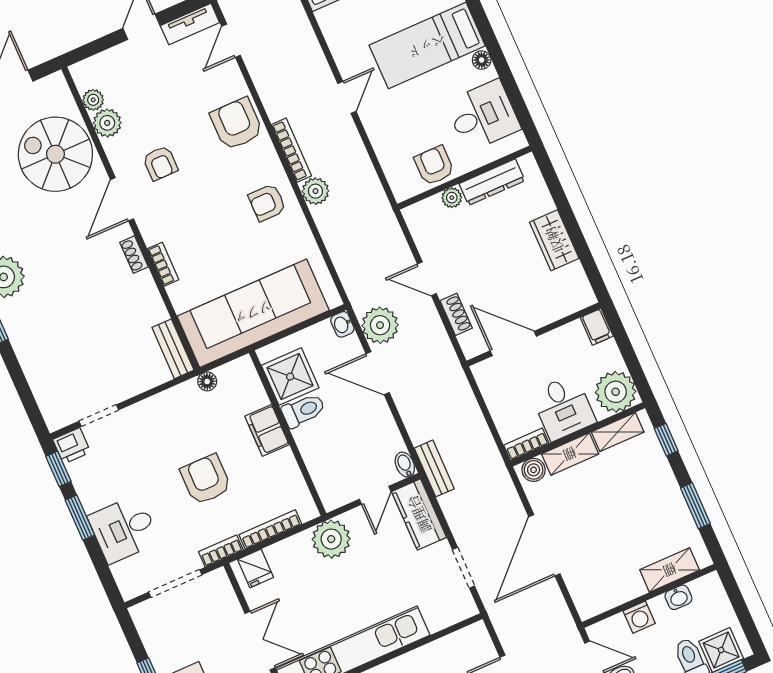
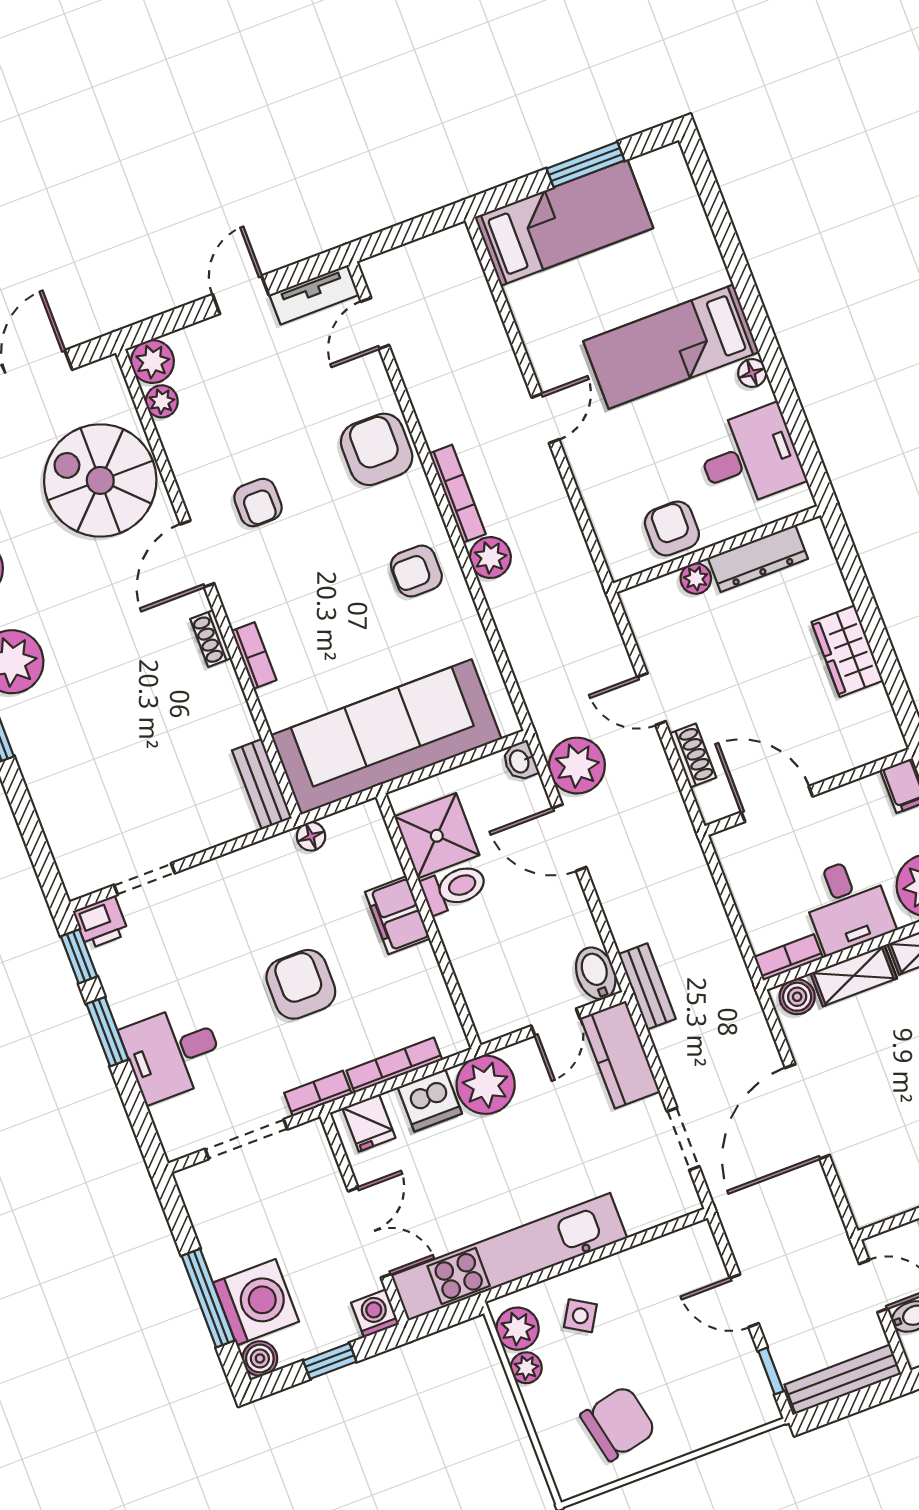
plant: (107, 123) -> (152, 362), moved
bidet: (405, 465) -> (596, 973), width x1.38, depth x1.36
dishwasher: (295, 551) -> (430, 1100), added

